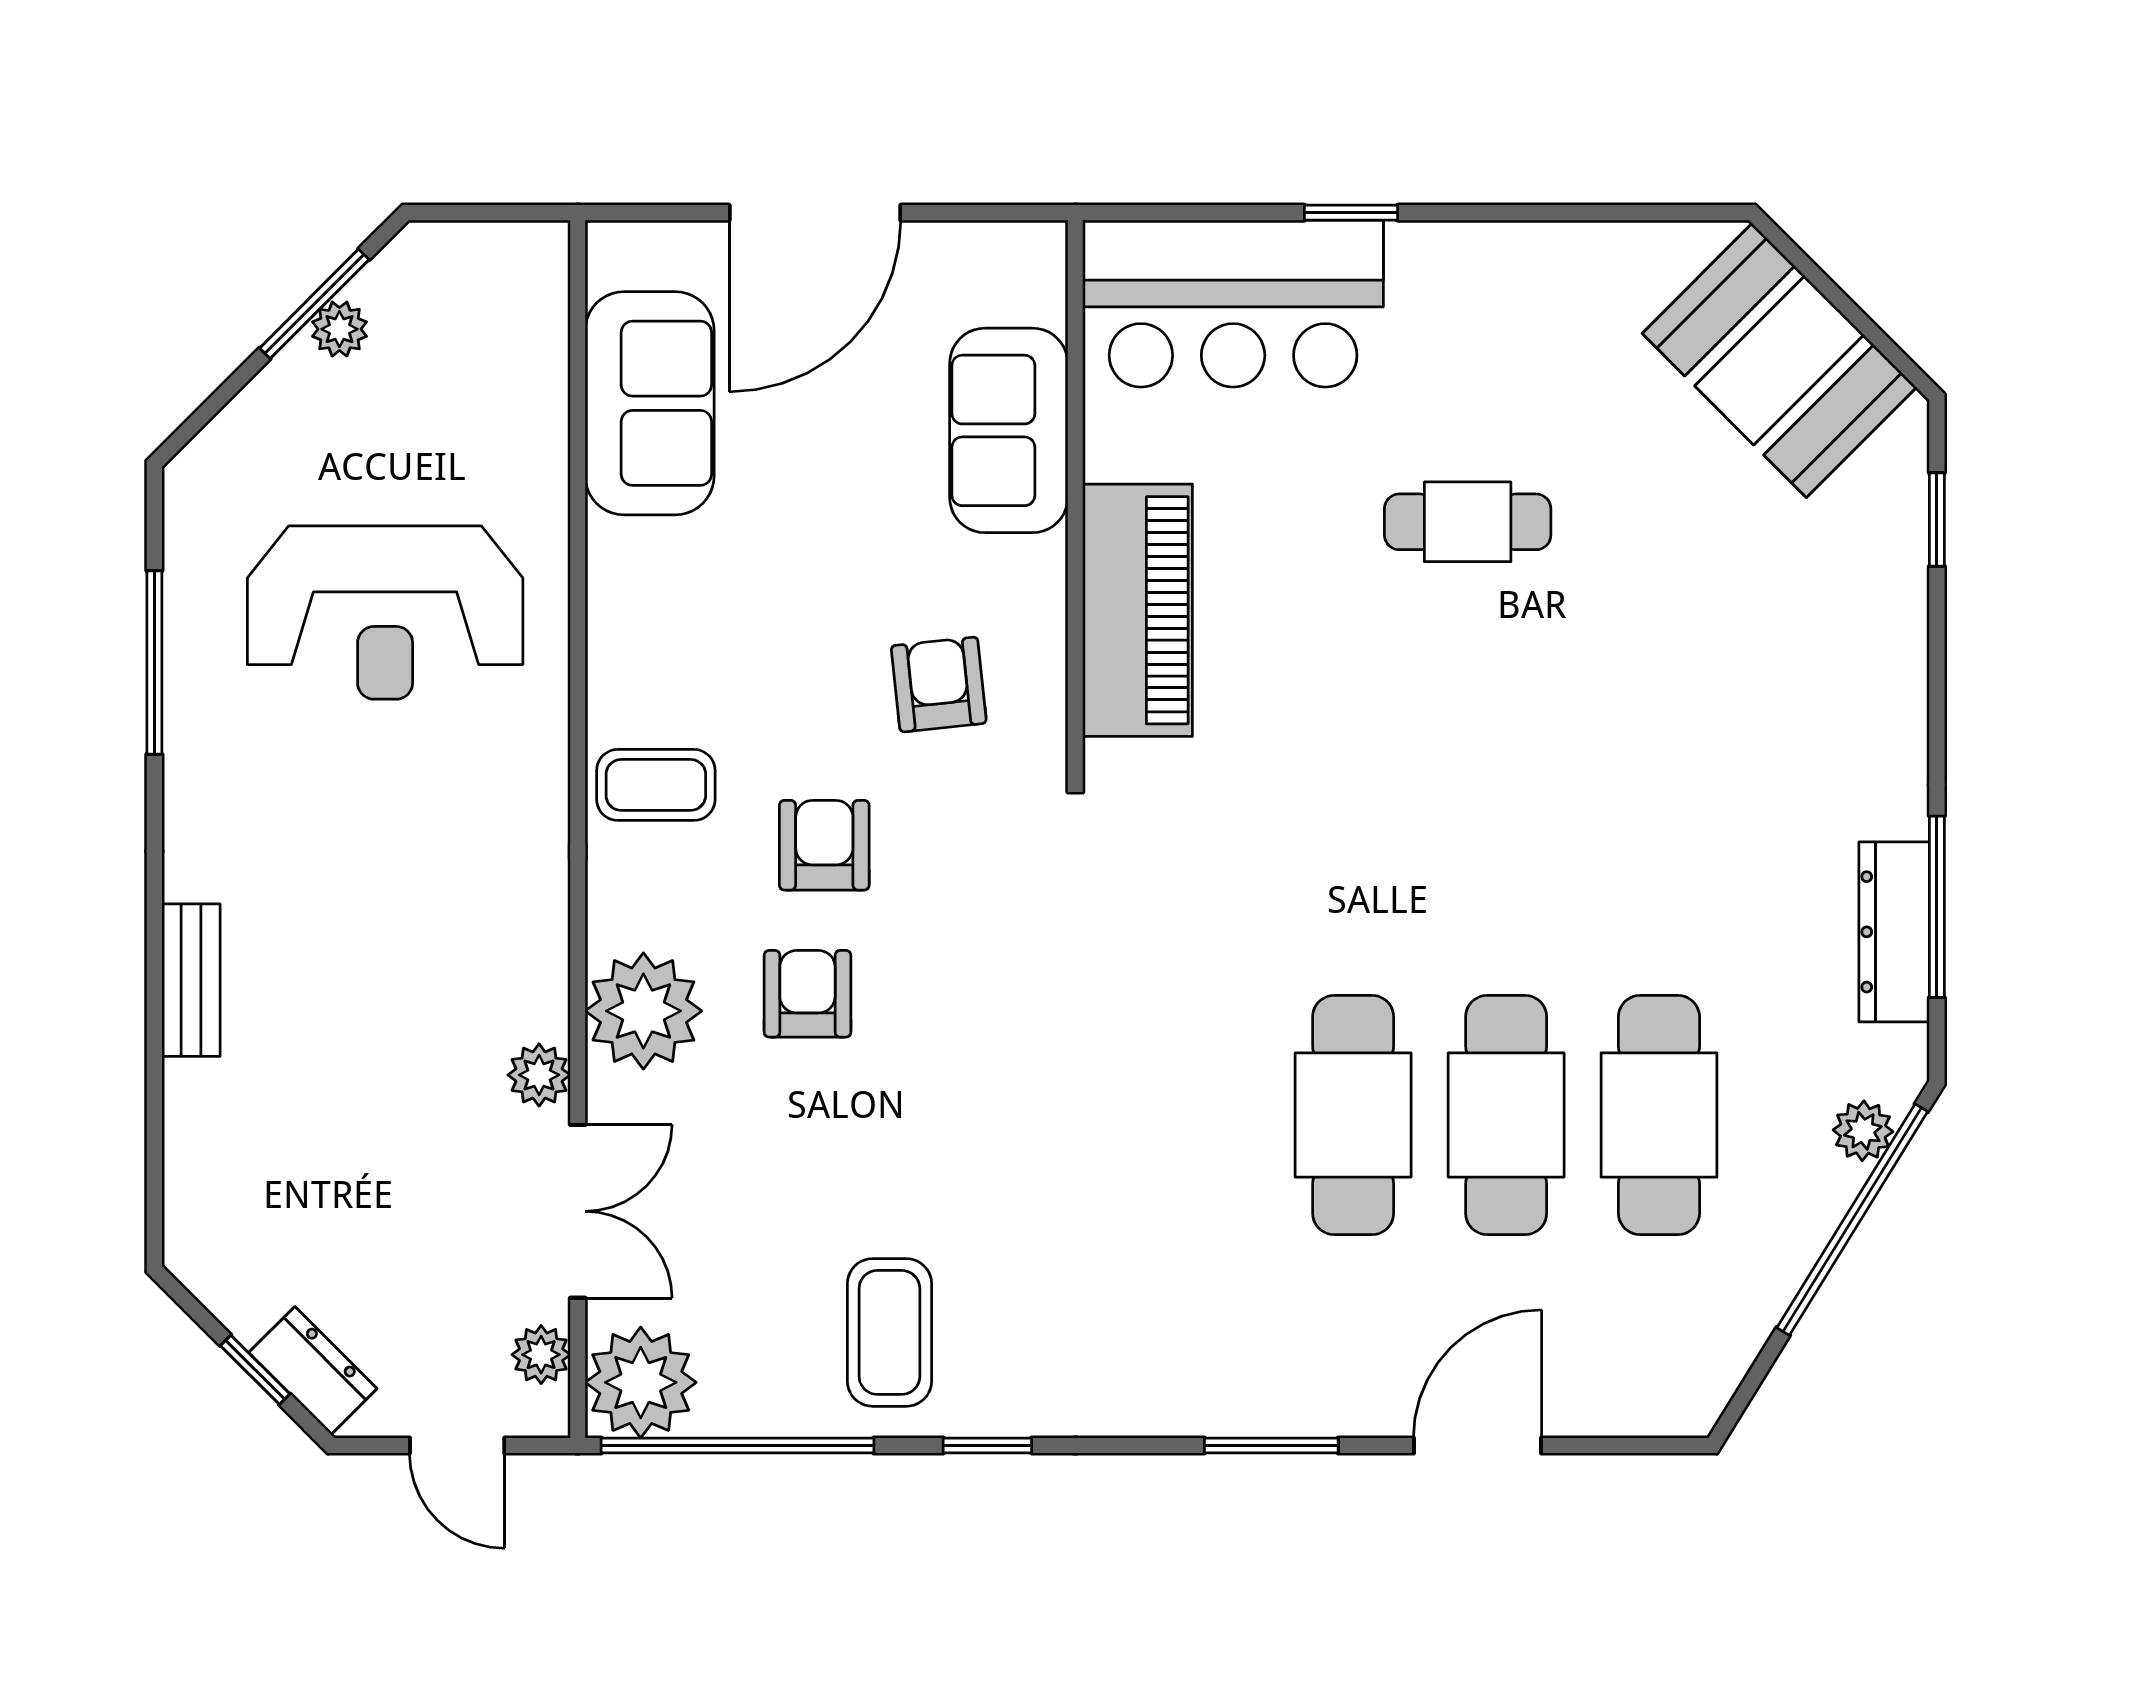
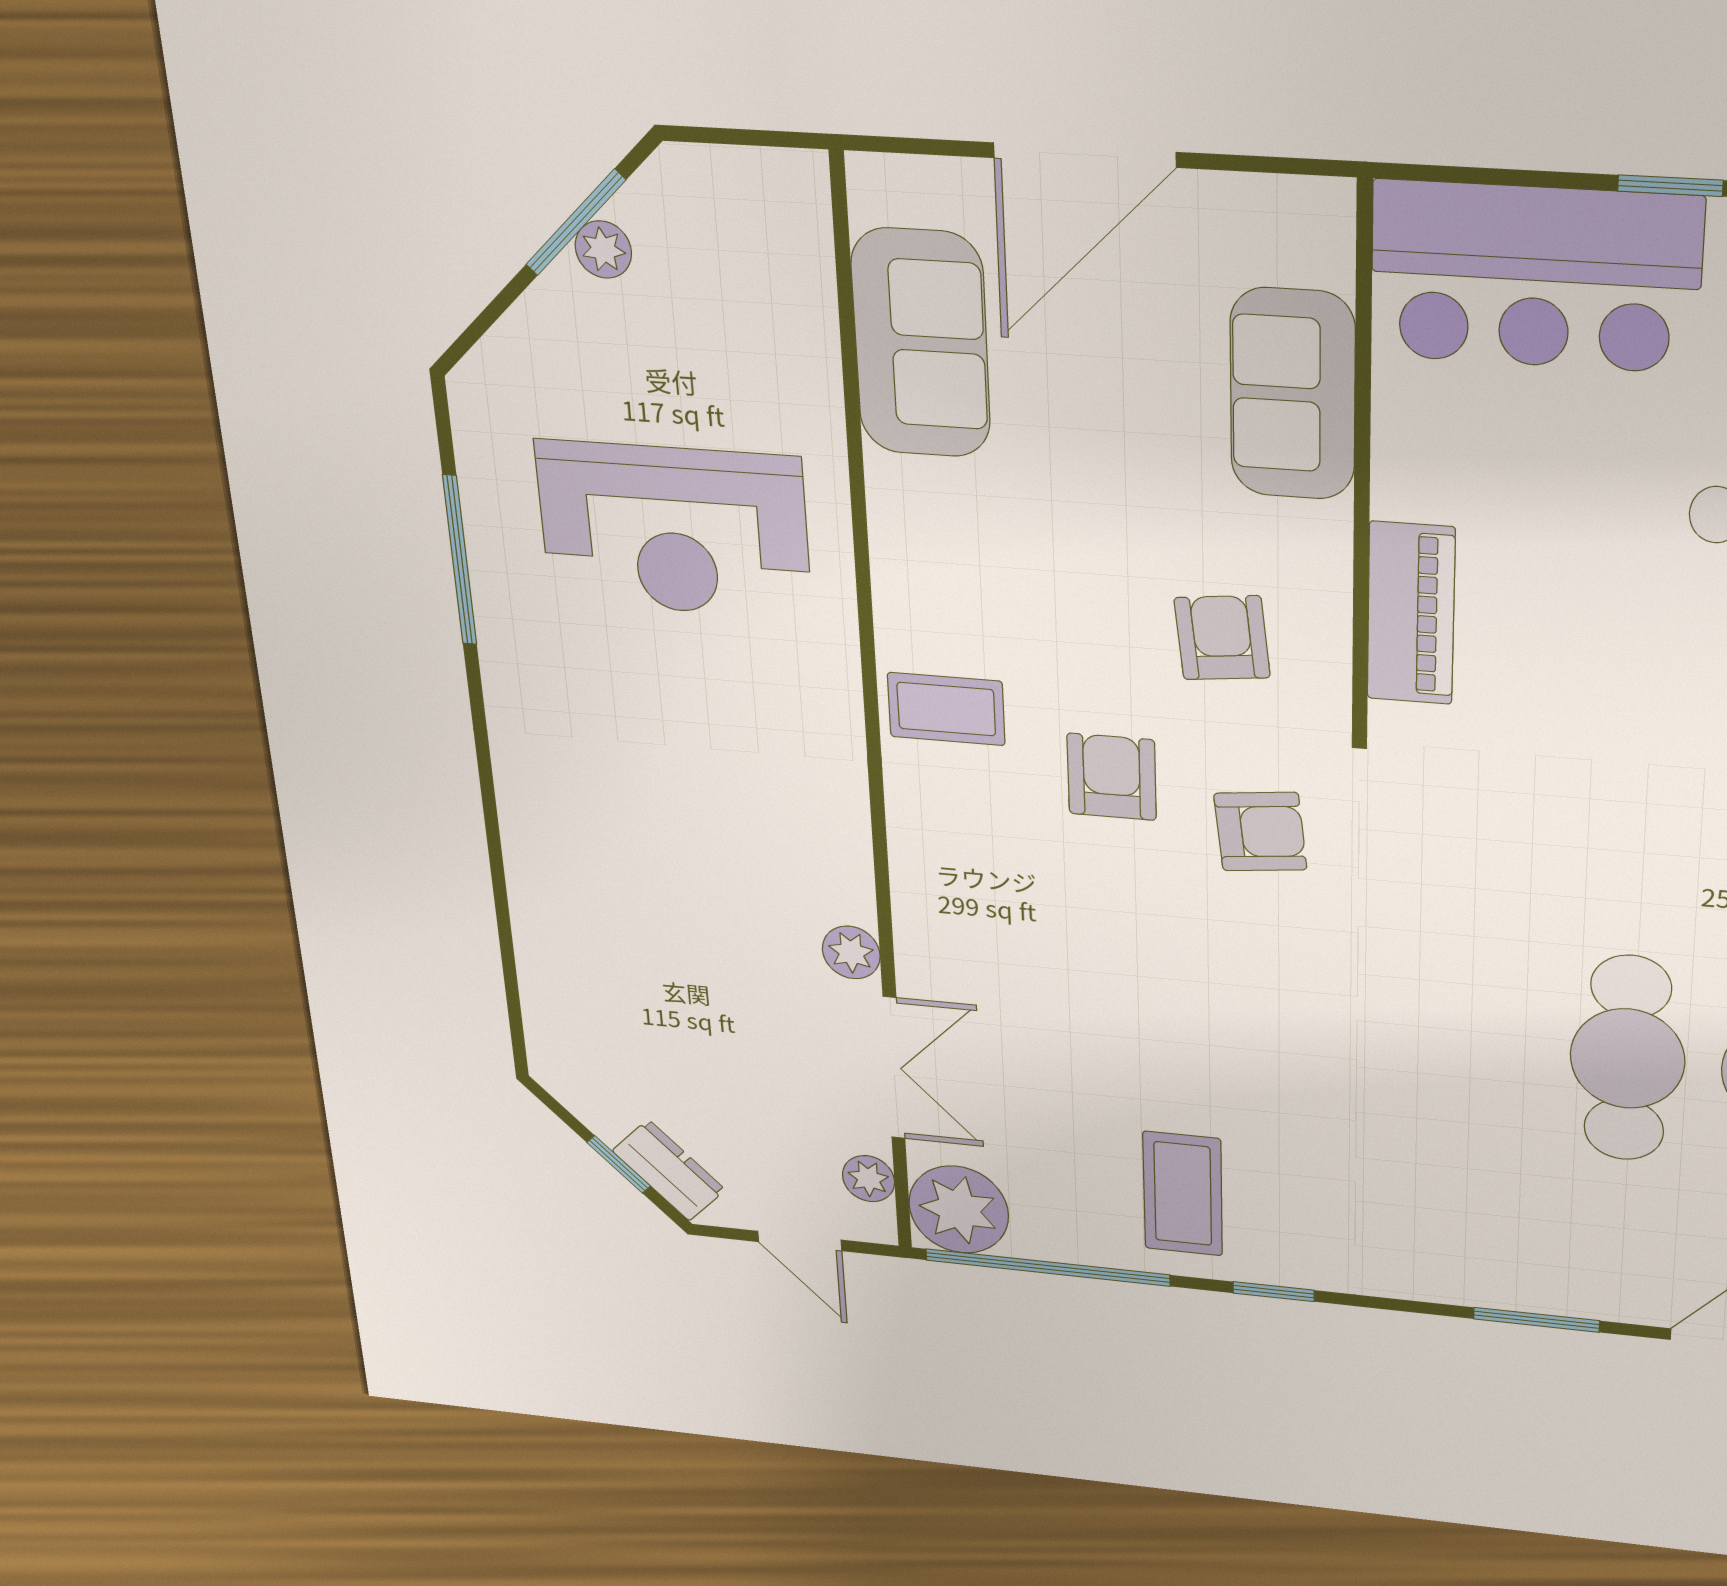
piano: (1138, 610) -> (1411, 613), width x0.73, depth x0.75
bench: (191, 980) -> (527, 844), removed
armchair: (807, 994) -> (1260, 832), moved, turned 84
plant: (643, 1011) -> (945, 907), removed

